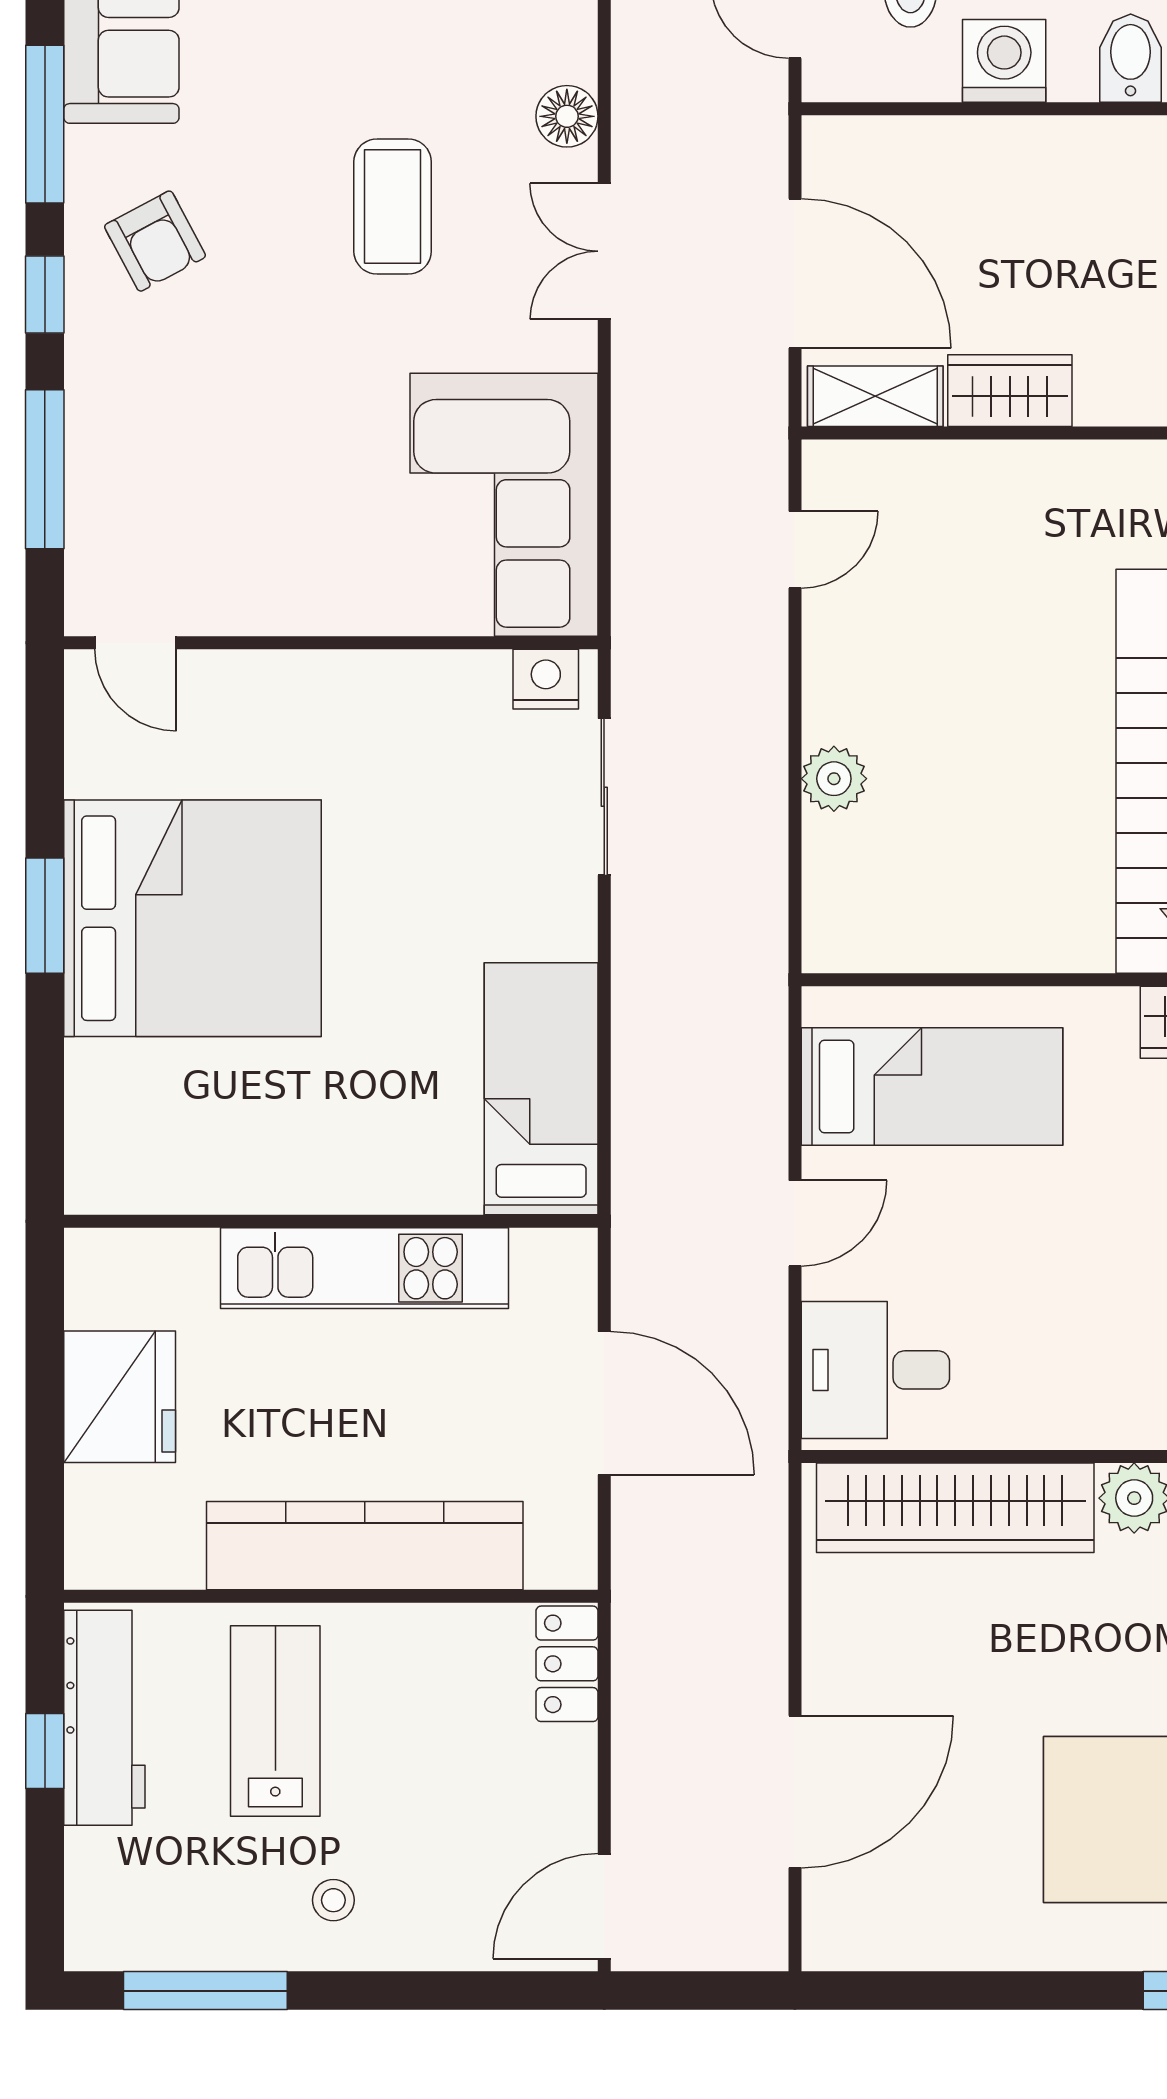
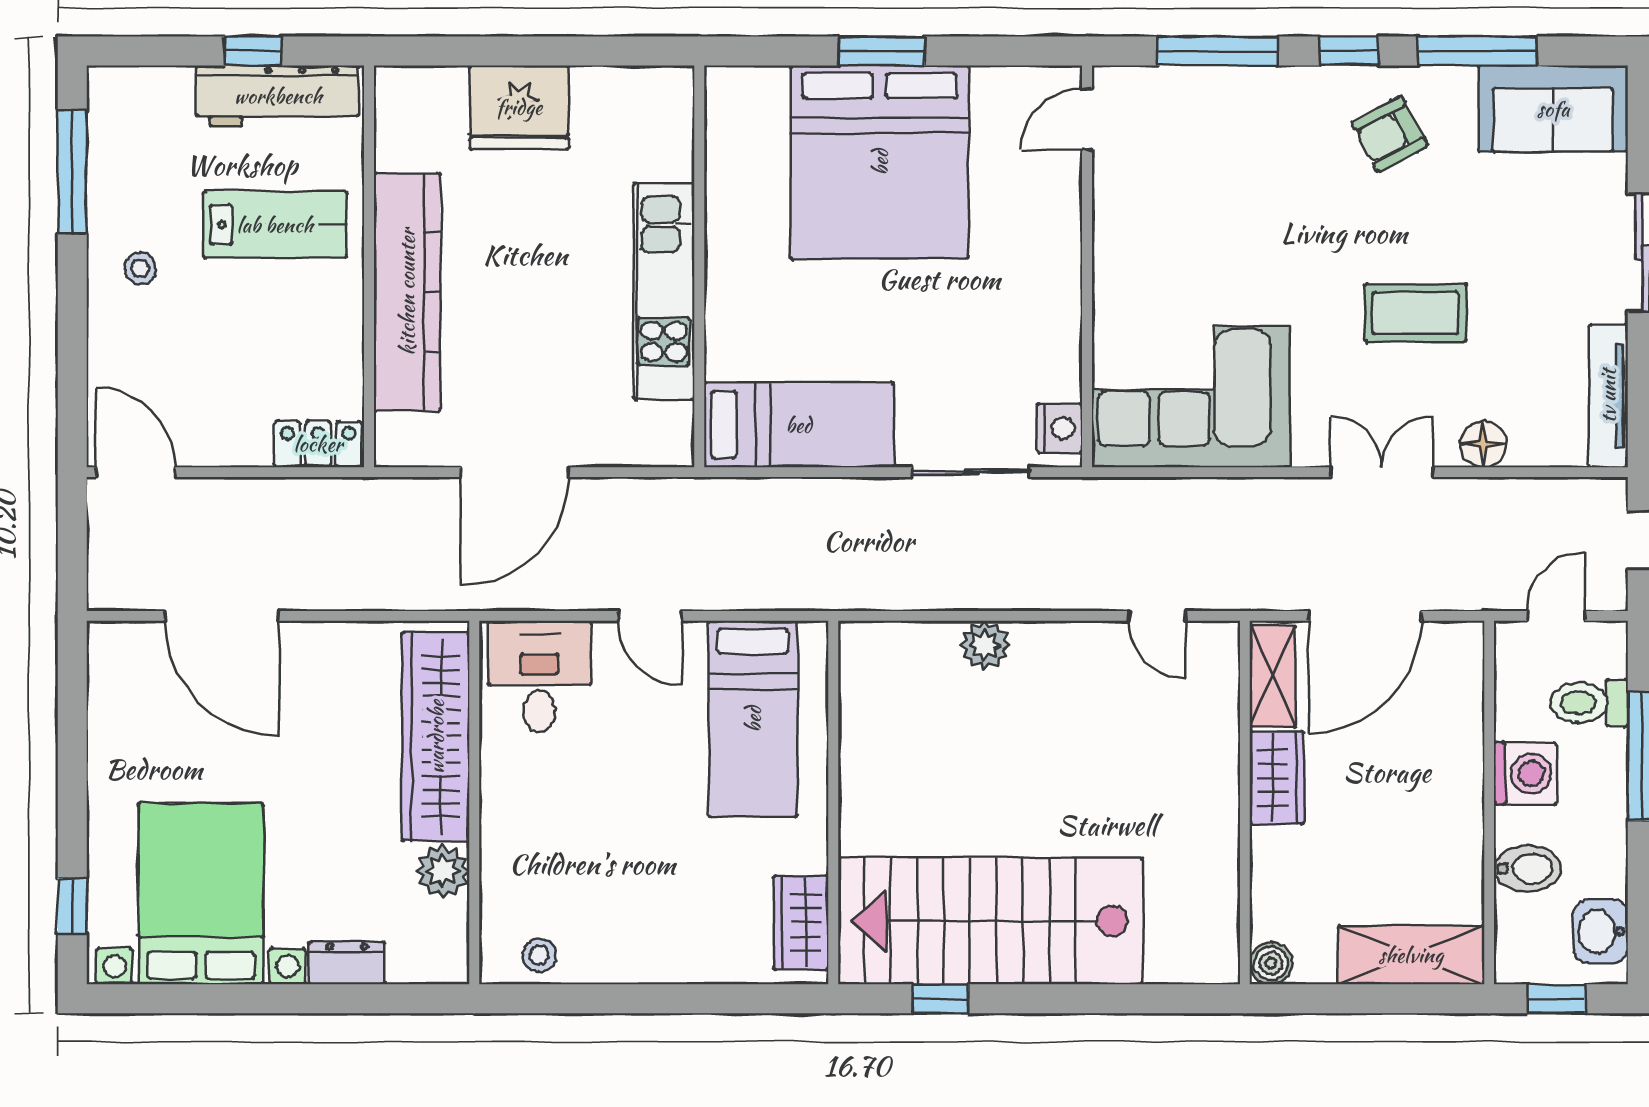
bed: (541, 1089) -> (799, 425), moved
wall: (331, 1221) -> (699, 266), moved
kitchen unit: (364, 1268) -> (664, 292), moved

